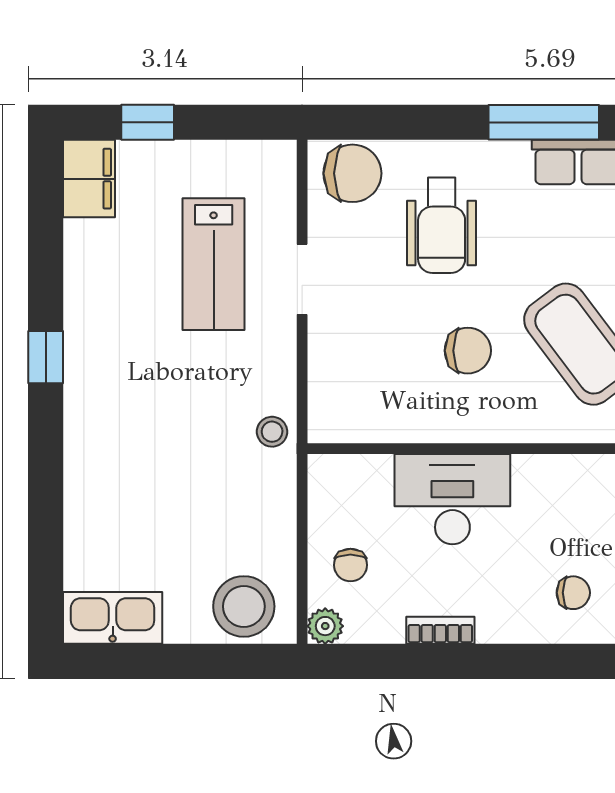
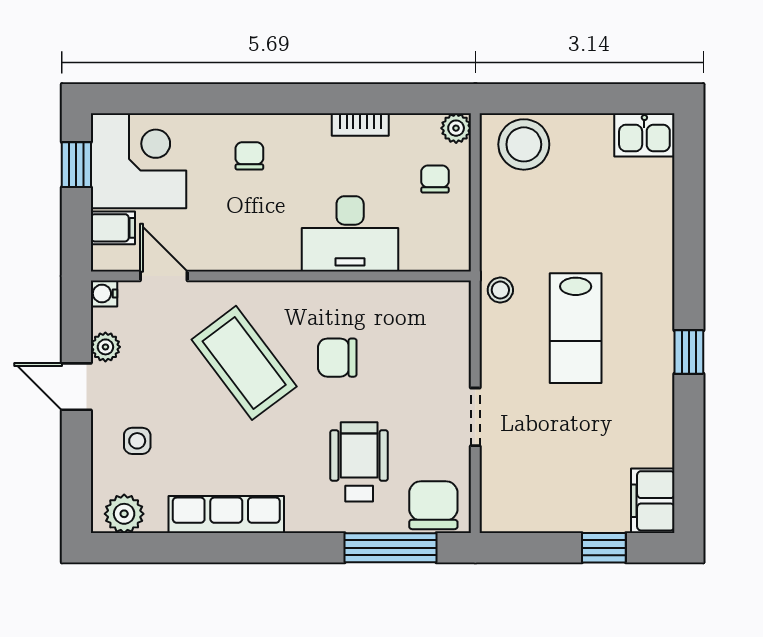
window: (544, 122) -> (390, 548), moved
chair: (352, 173) -> (433, 505), turned 90
lab bench: (214, 264) -> (576, 328), moved, turned 180
chair: (573, 593) -> (249, 156), turned 90
kitchen sink: (113, 618) -> (644, 135), width x0.73

